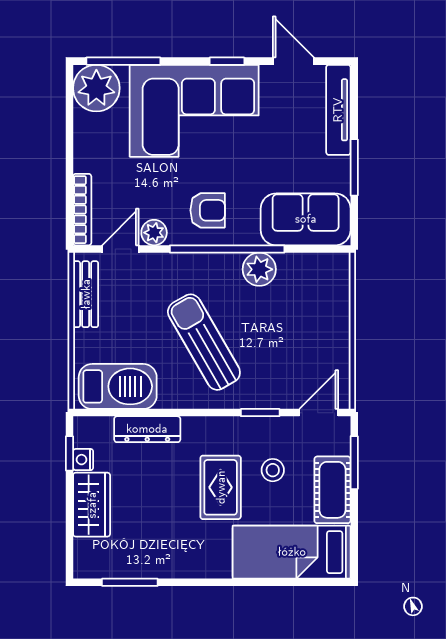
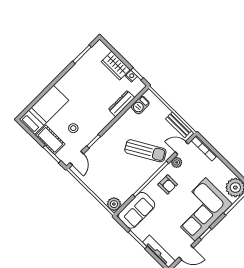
armchair: (208, 210) -> (168, 184), turned -90
door: (120, 249) -> (182, 148), swing flipped
plant: (259, 269) -> (114, 204), moved
sun lounger: (204, 342) -> (145, 151), moved
barbecue: (118, 386) -> (140, 105), width x0.53, depth x0.65
rug: (221, 487) -> (83, 108), removed

